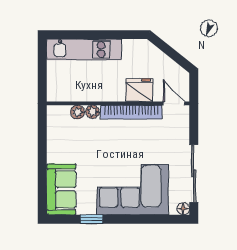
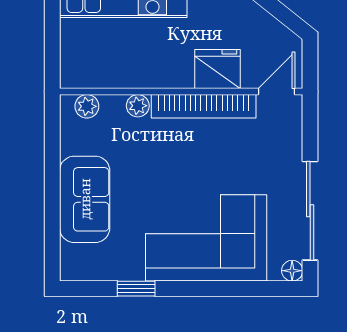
door: (174, 103) -> (277, 92), hinge flipped
plant: (77, 112) -> (87, 106), moved
sofa: (61, 189) -> (85, 199), moved

